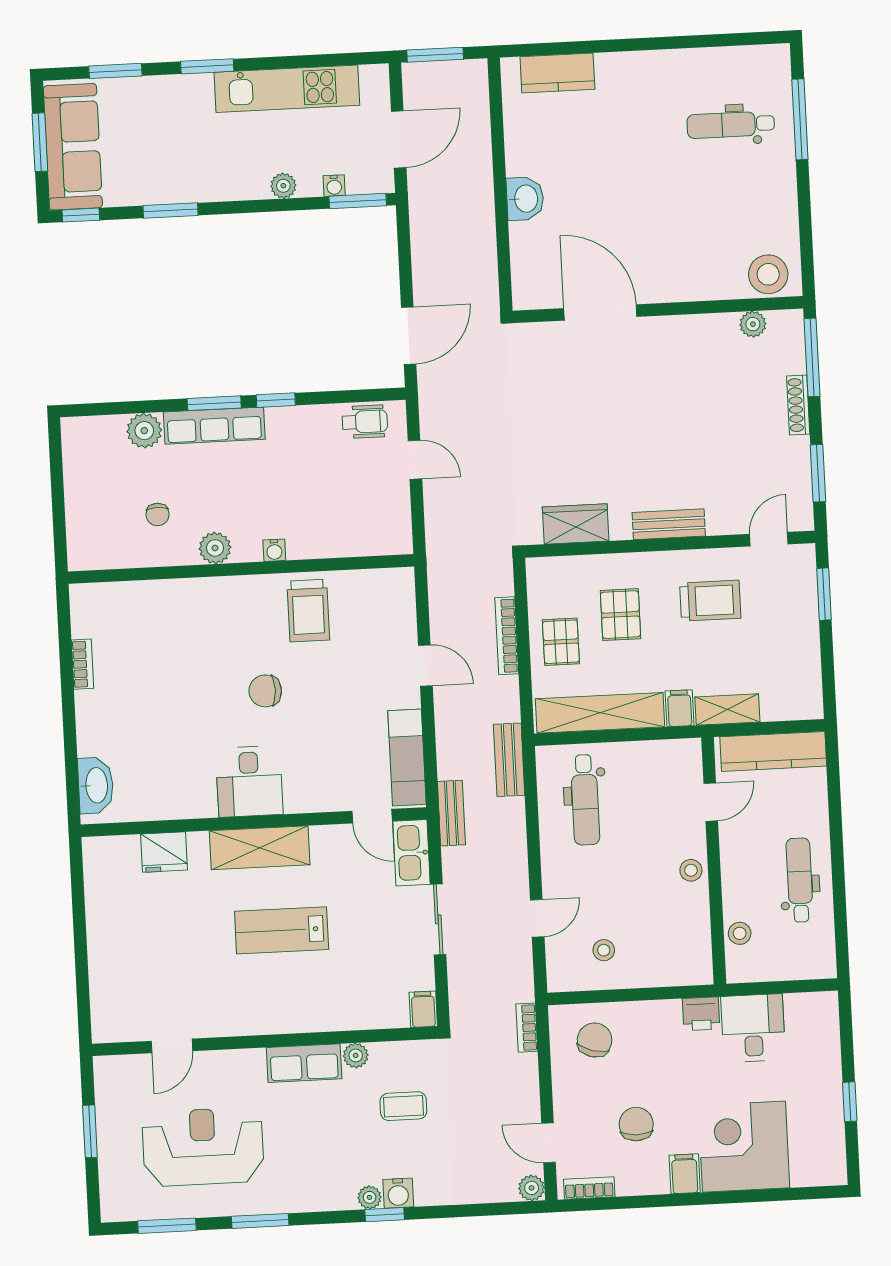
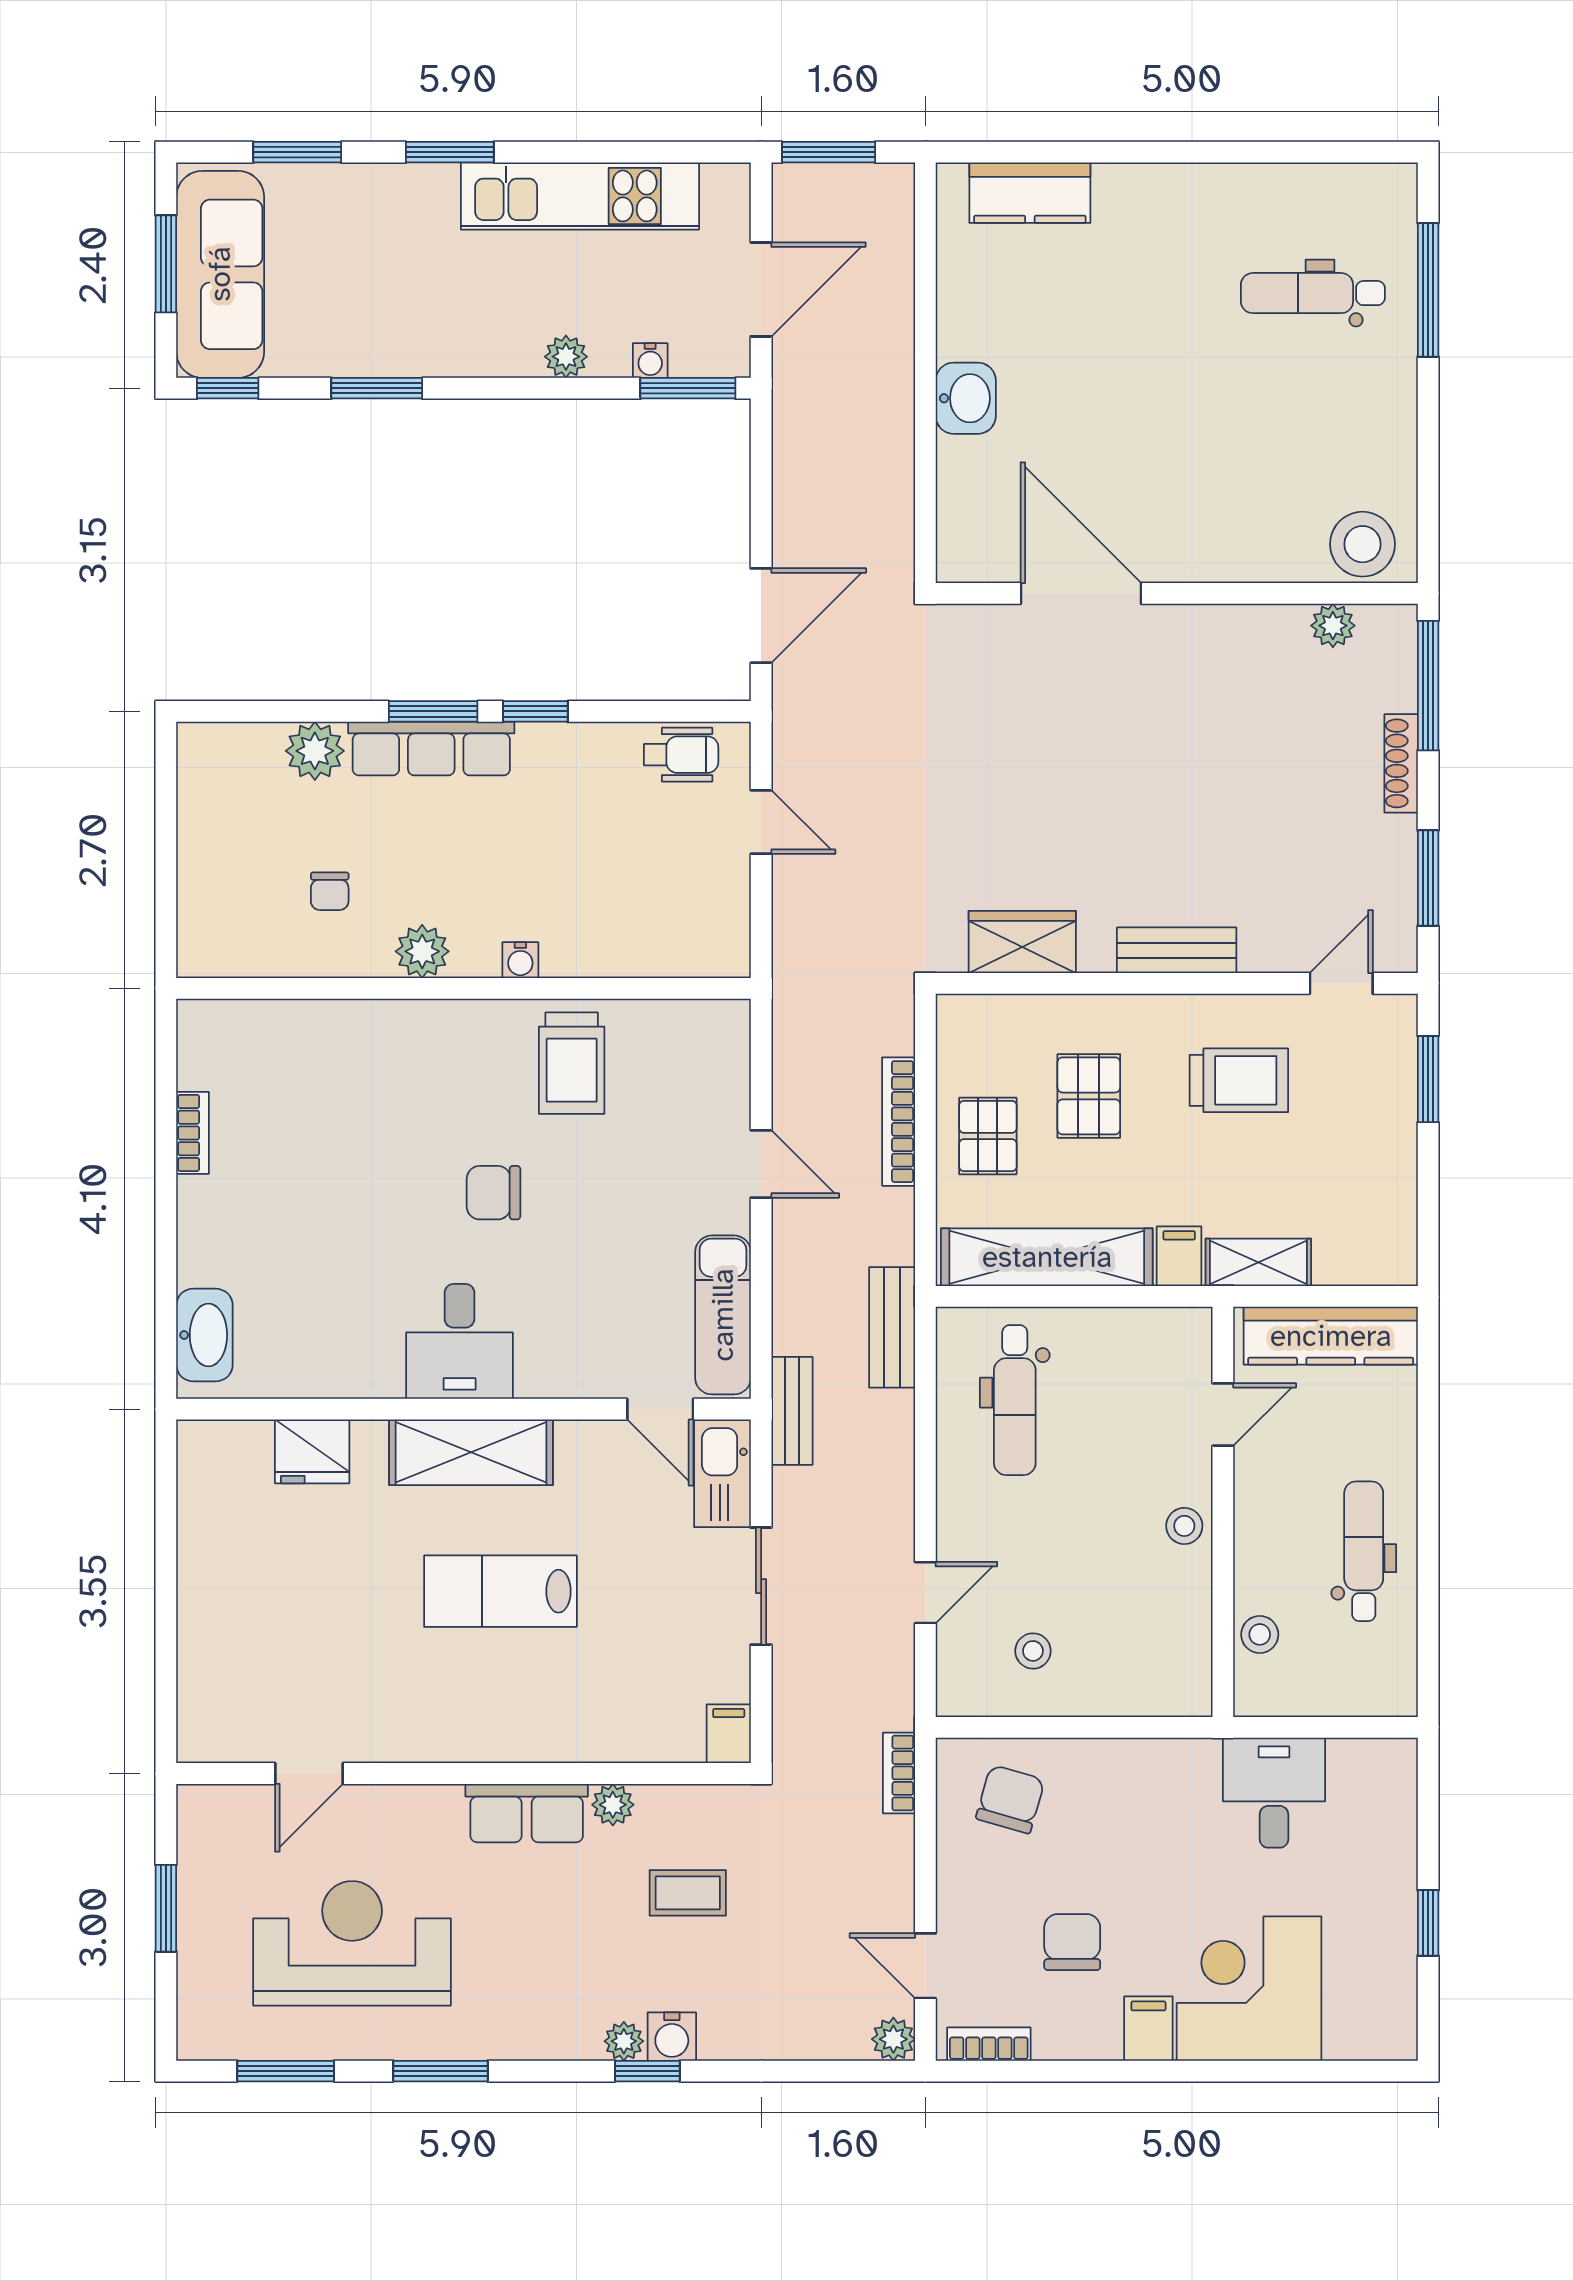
printer: (701, 1014) -> (1189, 1765), removed

